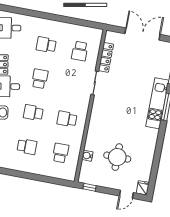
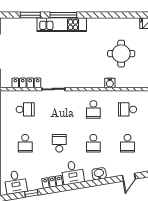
school desk: (40, 79) -> (59, 143), turned 90
school desk: (27, 147) -> (127, 143), turned 180
water cooler: (87, 156) -> (110, 83), moved

